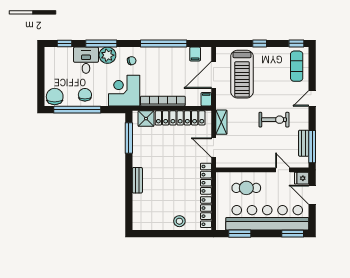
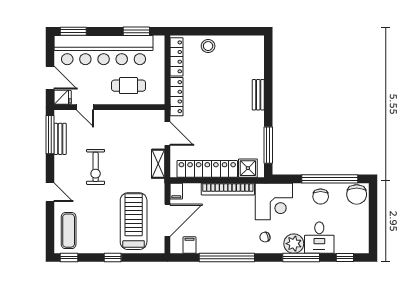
door: (312, 98) -> (50, 192), hinge flipped
exercise bike: (274, 120) -> (96, 167), turned -90

